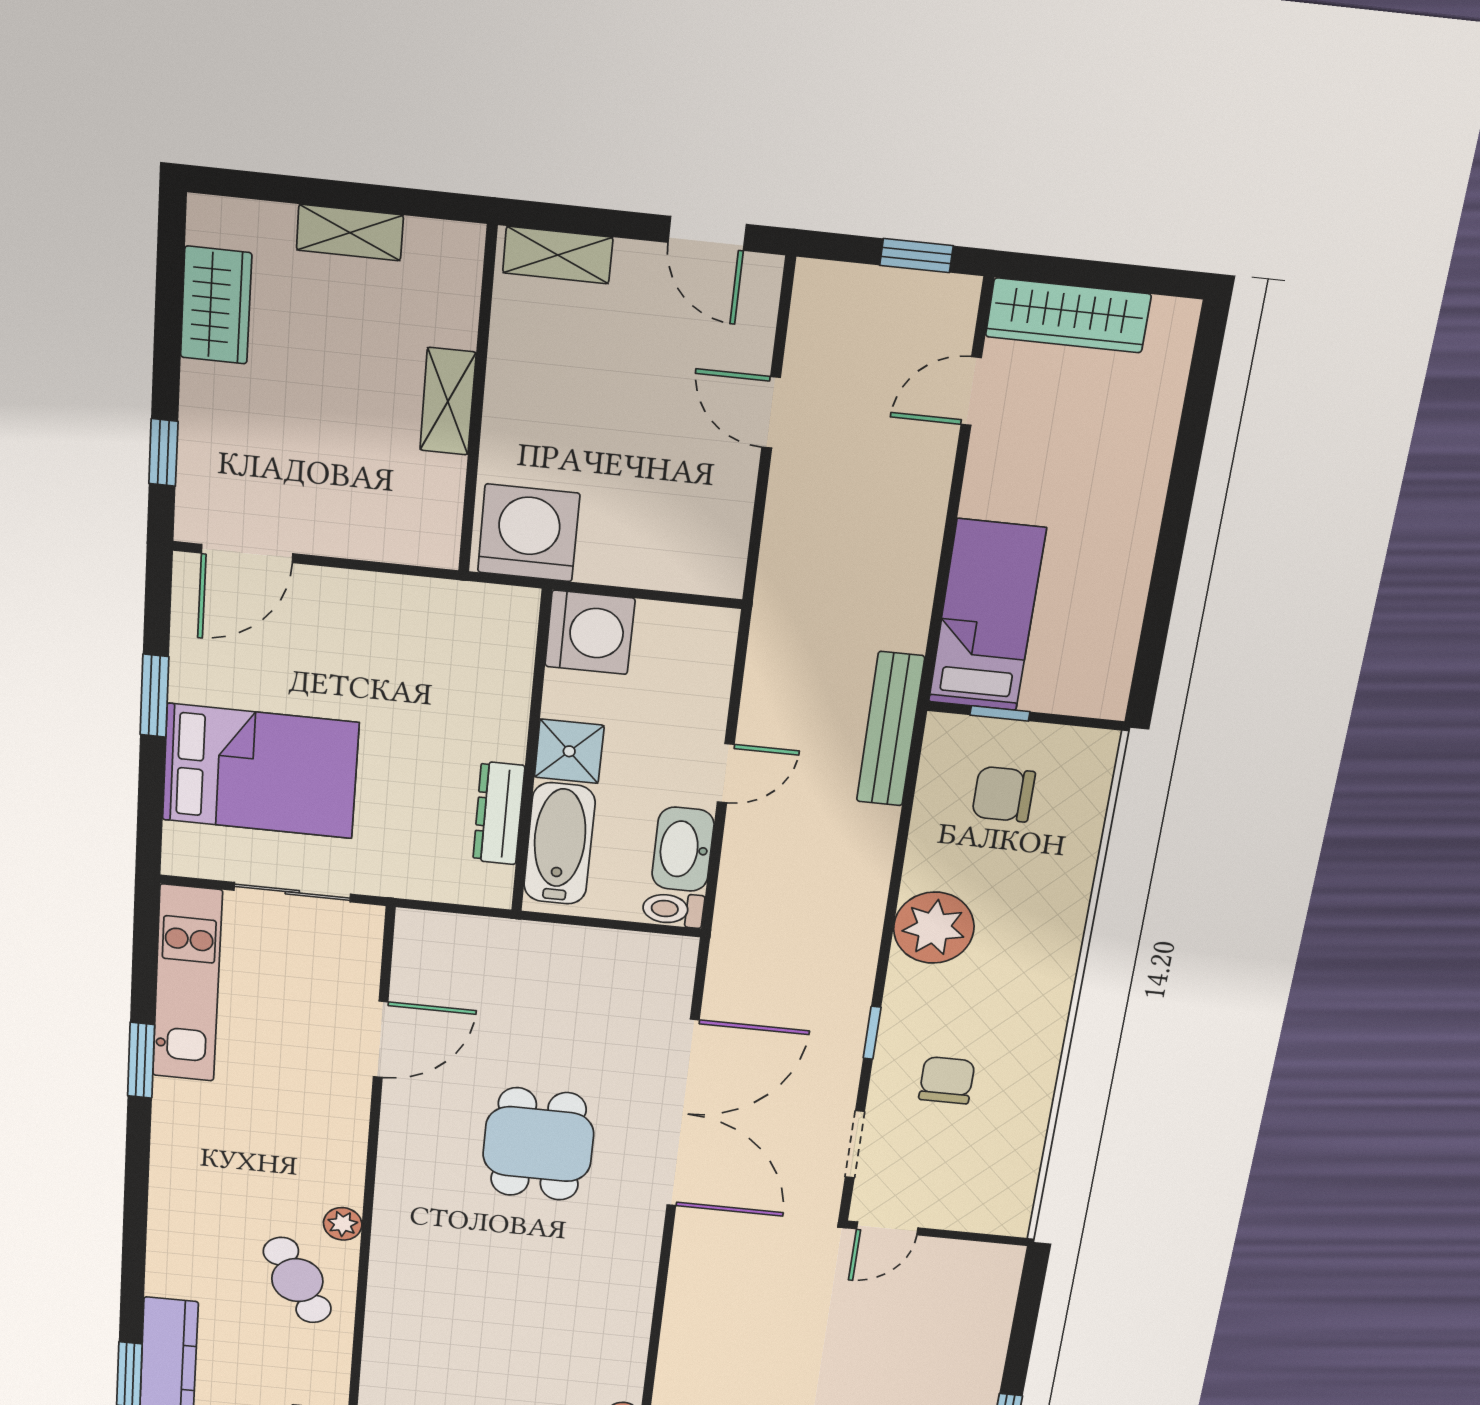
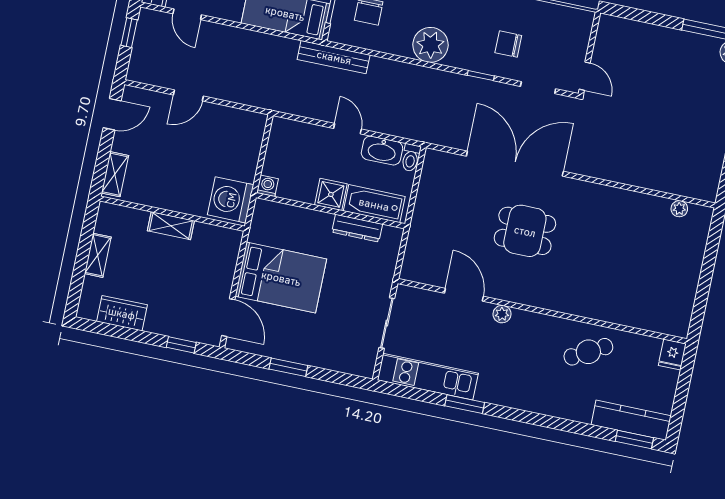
washing machine: (590, 632) -> (267, 186), width x0.53, depth x0.53
bed: (260, 771) -> (281, 278), moved, turned 90
plant: (343, 1224) -> (502, 314), moved

